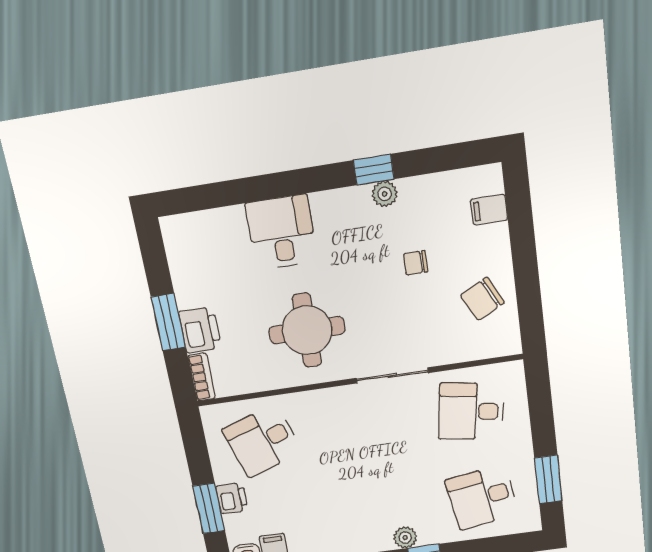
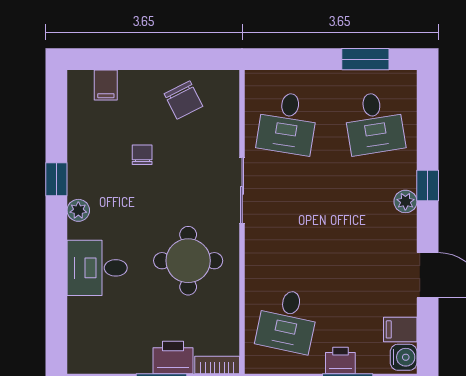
plant: (385, 194) -> (78, 210), moved
chair: (416, 263) -> (142, 155), turned 180
desk: (262, 441) -> (287, 321), turned 30

